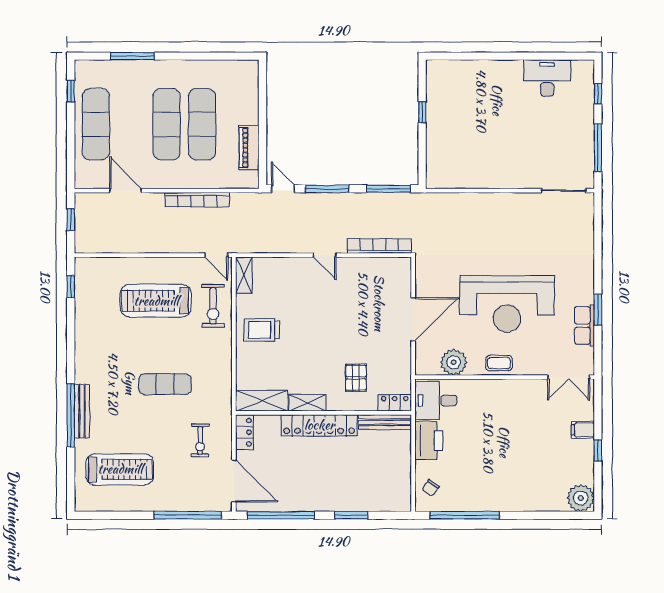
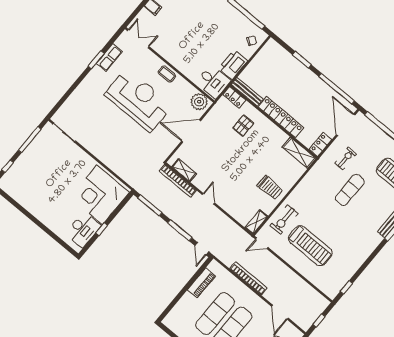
desk: (547, 78) -> (83, 229), moved, turned -90
corner desk: (459, 151) -> (100, 195), added
door: (216, 255) -> (262, 243), swing flipped
exercise bike: (213, 306) -> (284, 220), turned 180
plant: (454, 362) -> (199, 102), moved
exercise mat: (165, 384) -> (350, 190), moved, turned 90
shelving: (307, 403) -> (184, 170), moved

